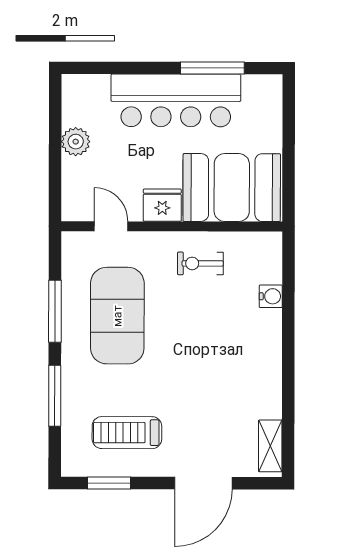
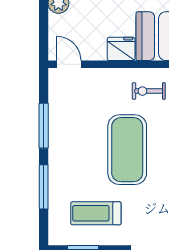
door: (111, 226) -> (69, 64), moved
exercise mat: (117, 316) -> (127, 150), moved

